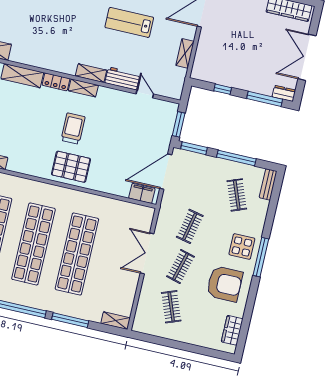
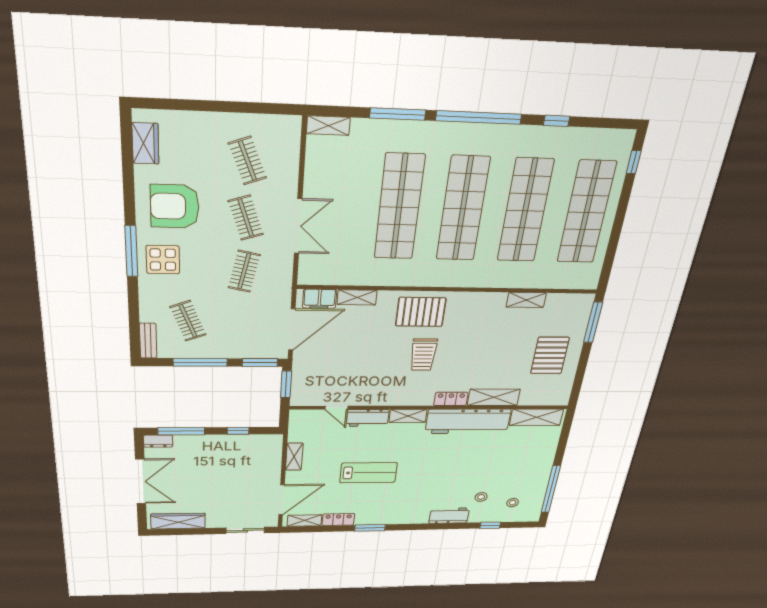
workbench: (44, 56) -> (468, 421), added
shelving: (83, 88) -> (357, 297), moved
clothes rail: (180, 267) -> (246, 218), turned -33

